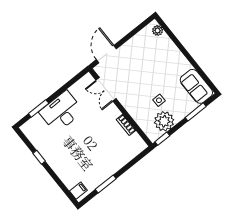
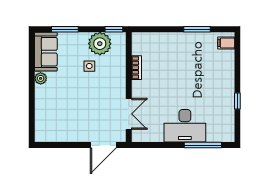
plant: (158, 31) -> (41, 78), moved
window: (39, 108) -> (203, 145), width x1.44

